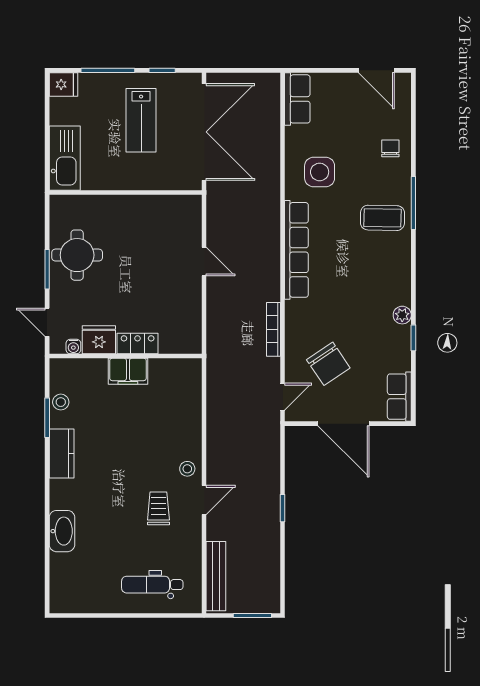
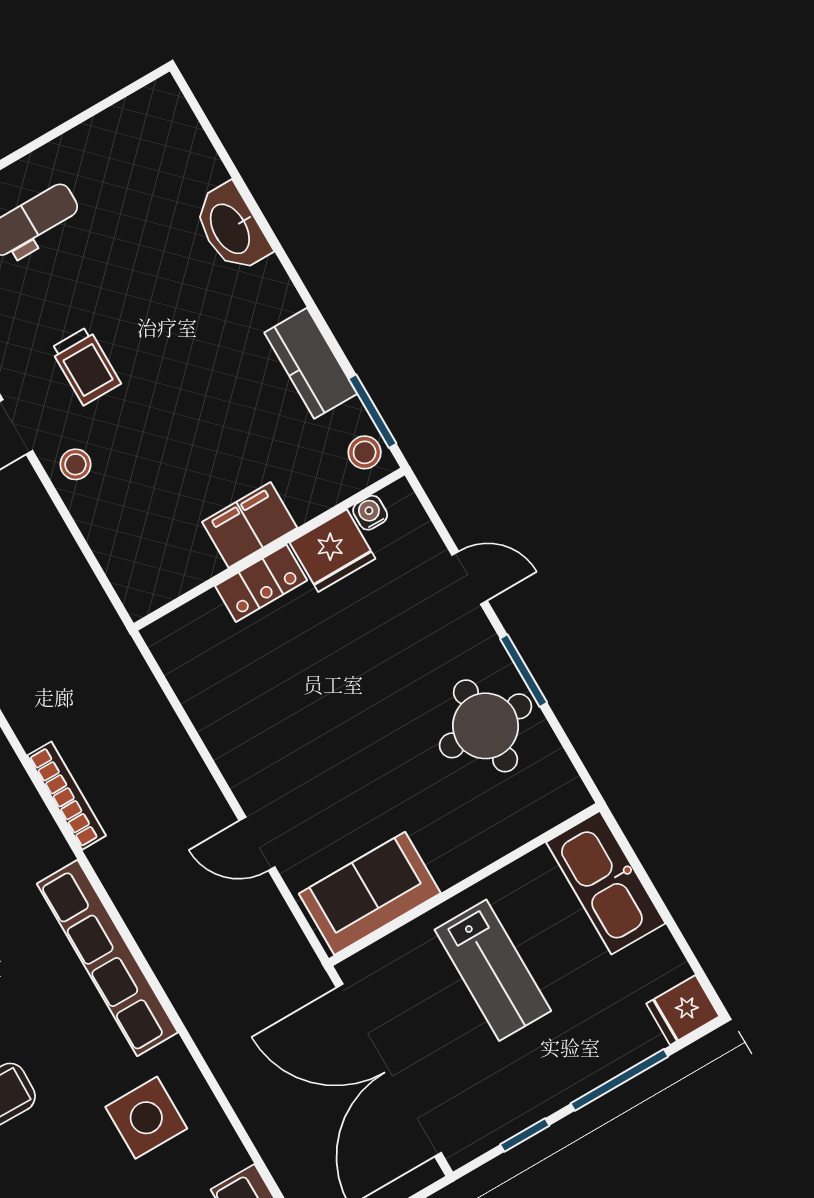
lab bench: (141, 120) -> (493, 970), moved, turned 180
sofa: (168, 212) -> (370, 893), added
fridge: (99, 340) -> (332, 551), moved
locker: (138, 344) -> (261, 583), moved
water cooler: (73, 347) -> (370, 513), moved
wall: (126, 356) -> (269, 549), moved
filing cabinet: (128, 371) -> (250, 525), moved

